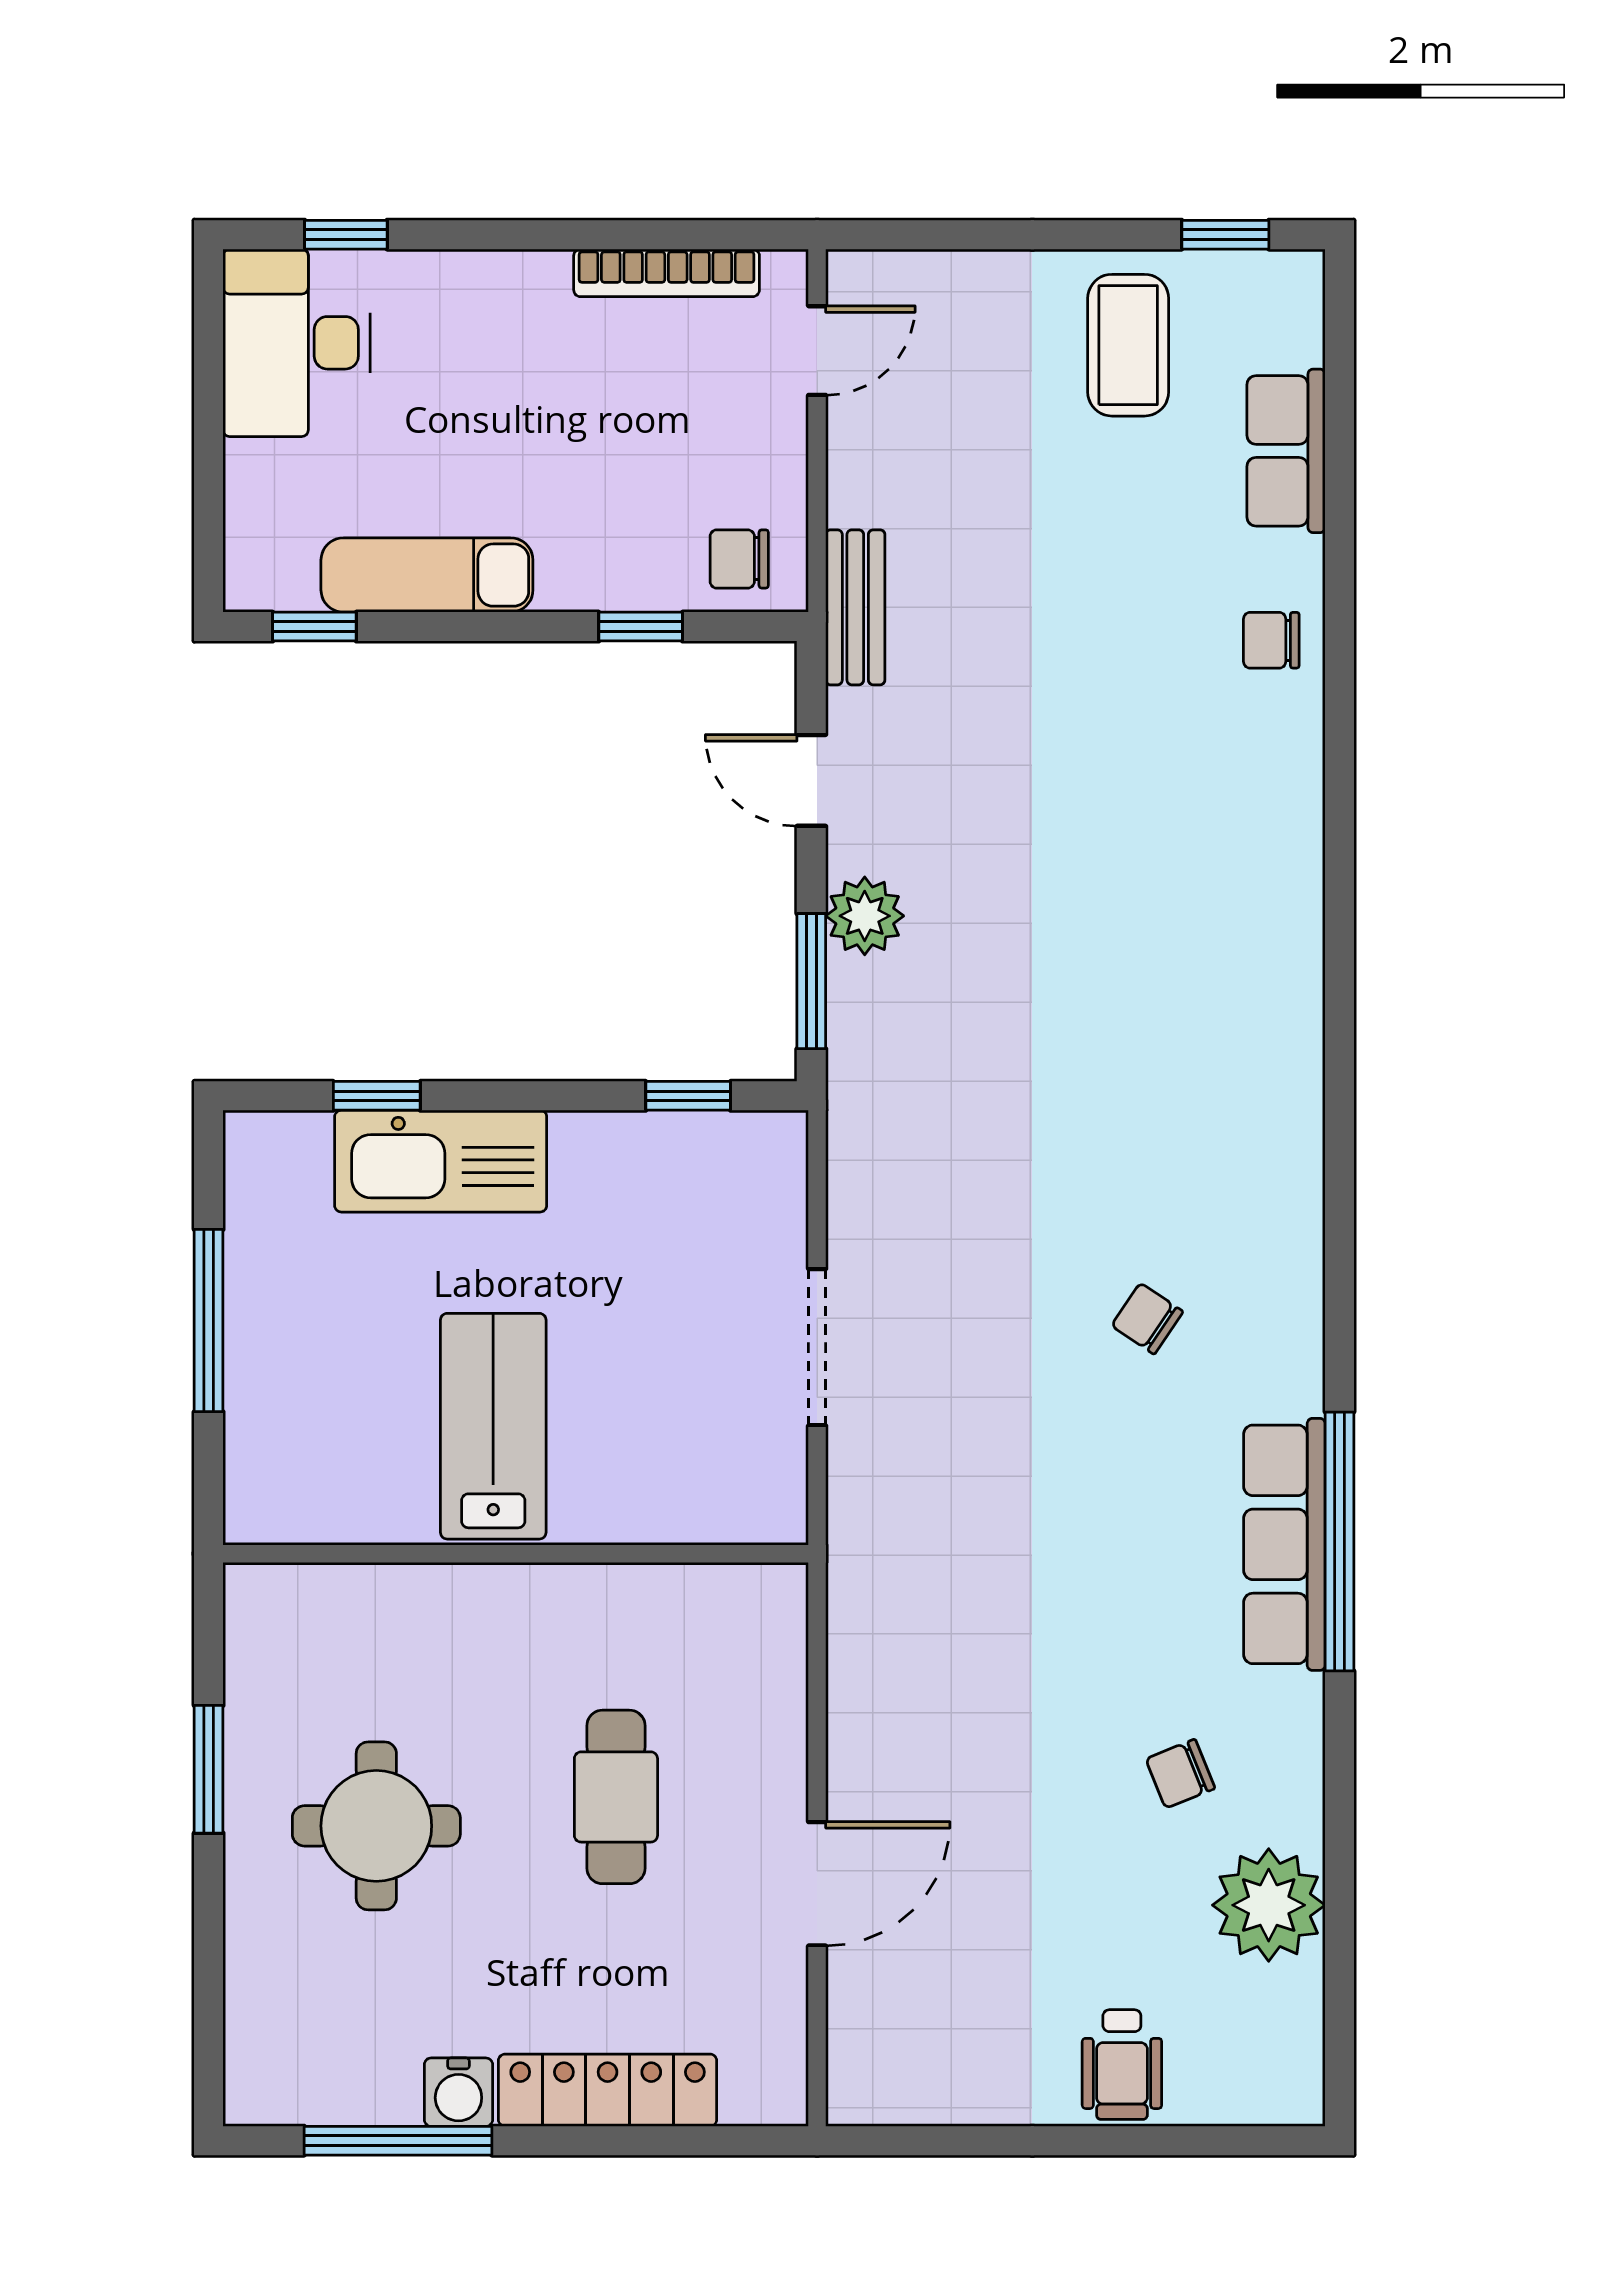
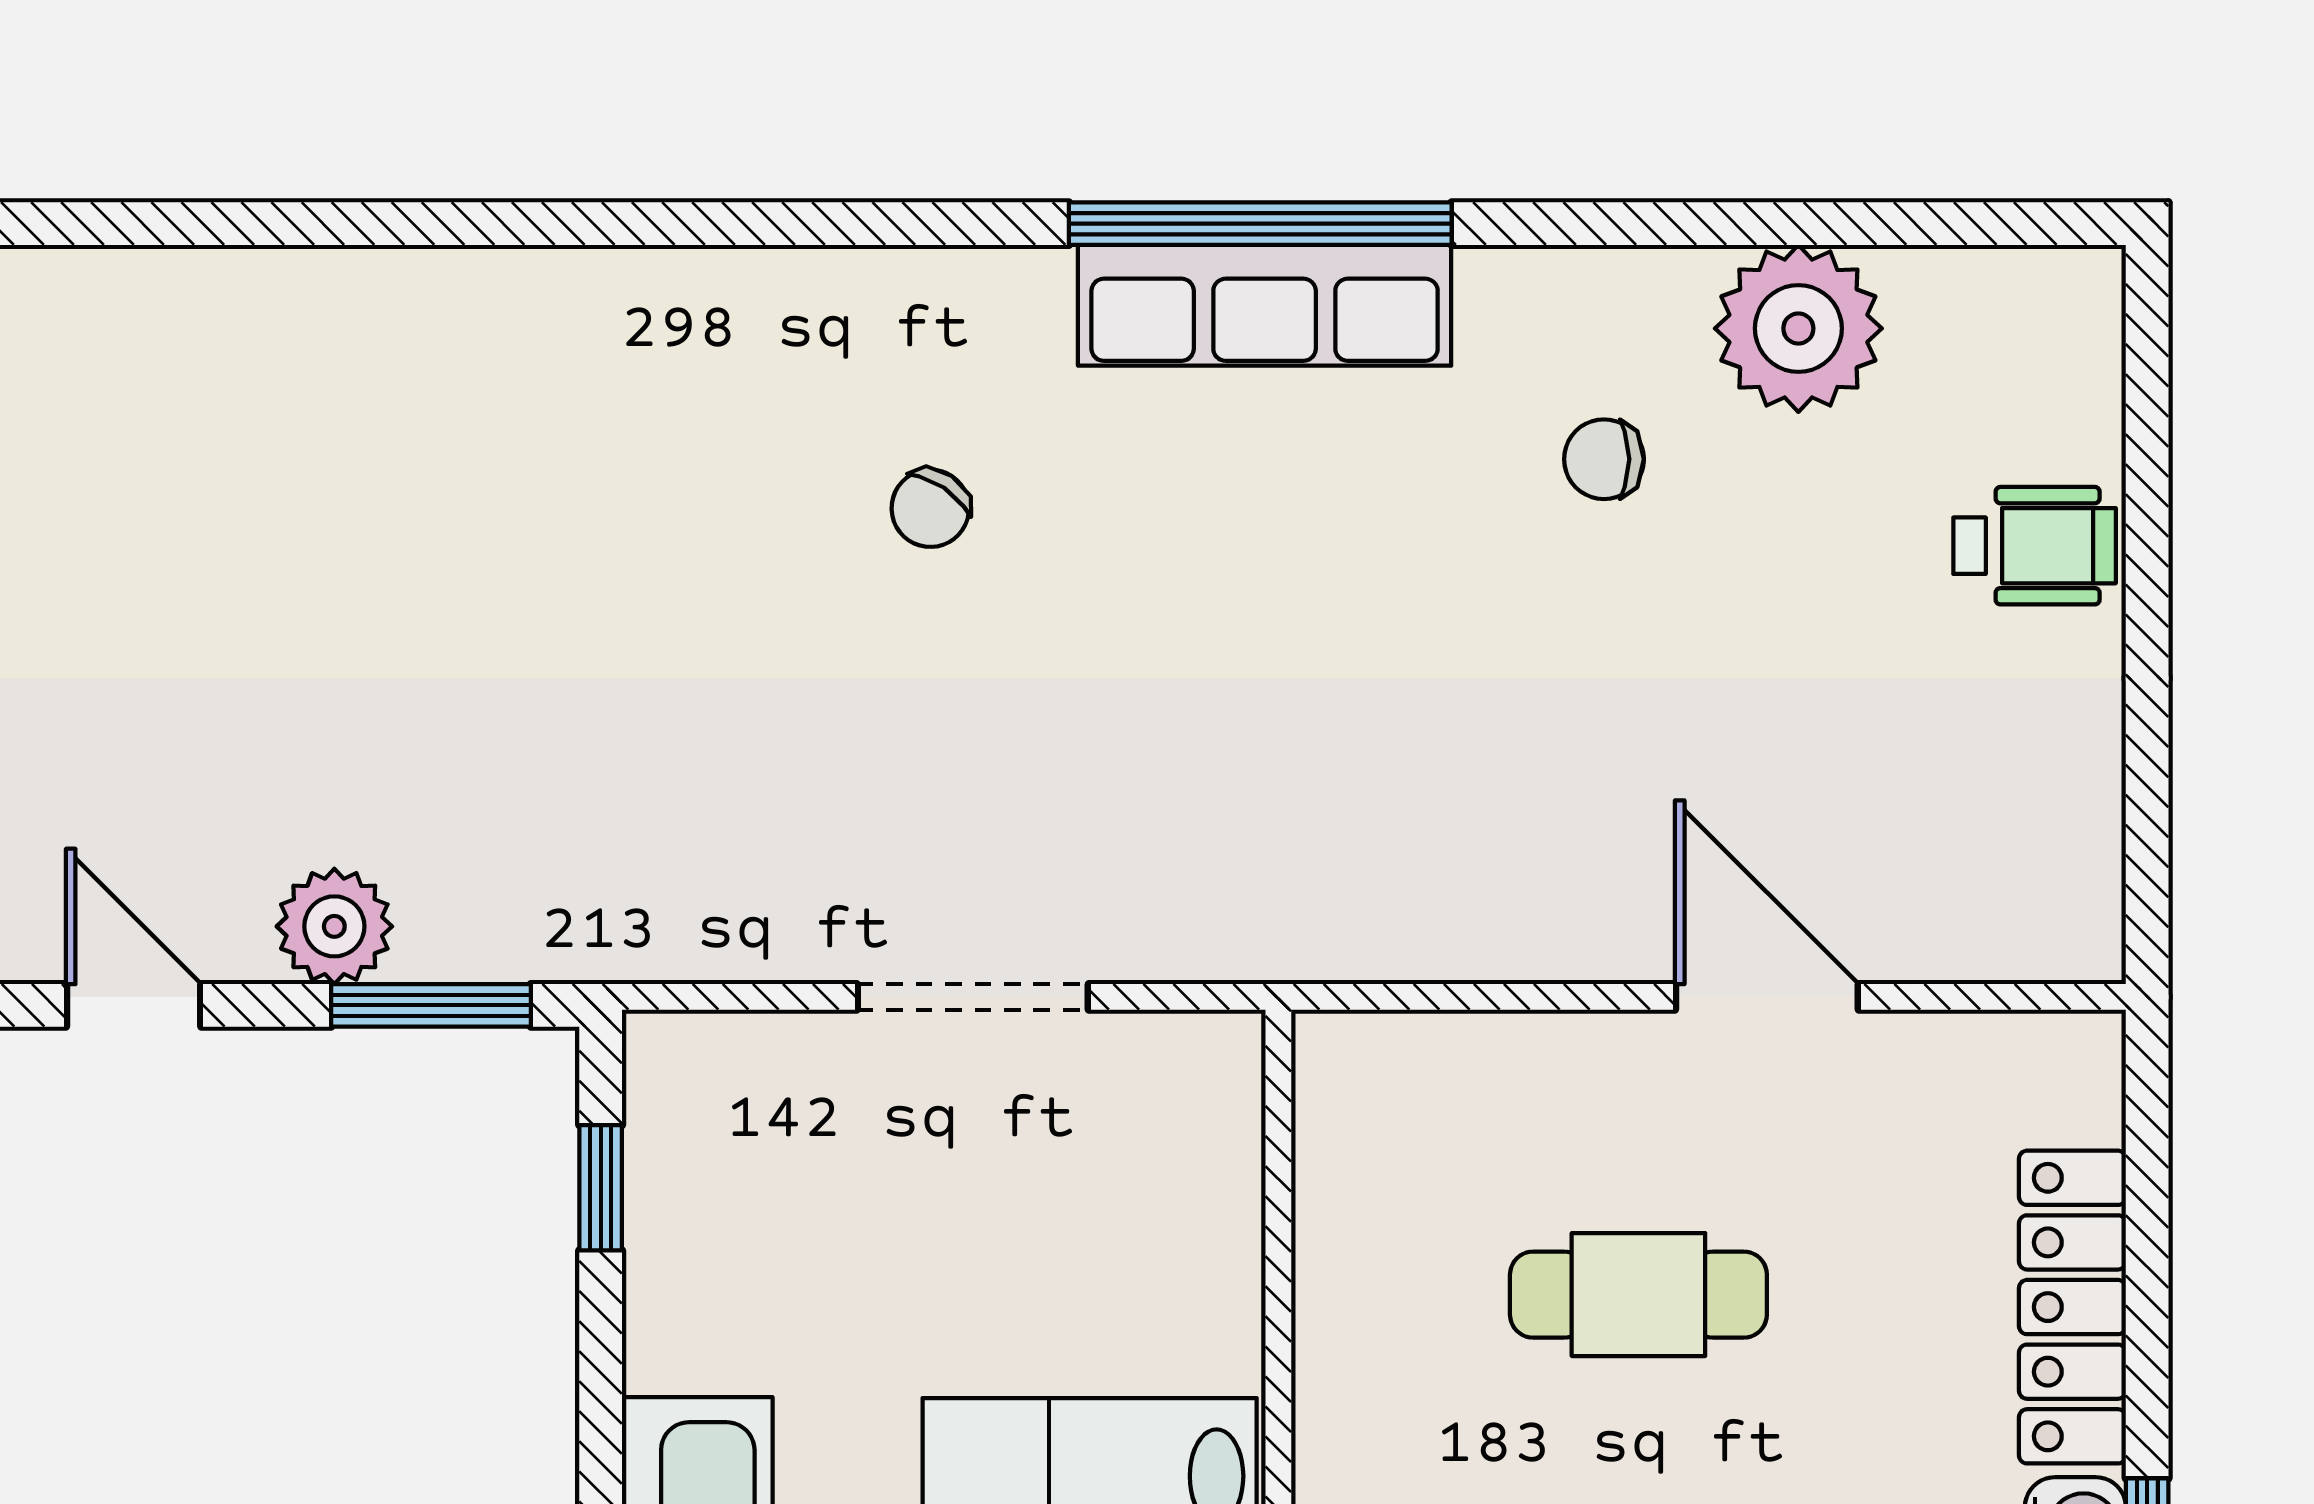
door: (811, 780) -> (134, 1005), swing flipped
chair: (1180, 1774) -> (1604, 459), turned 112

